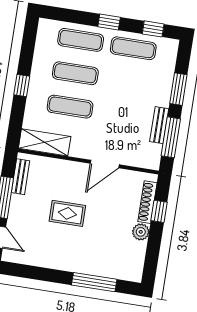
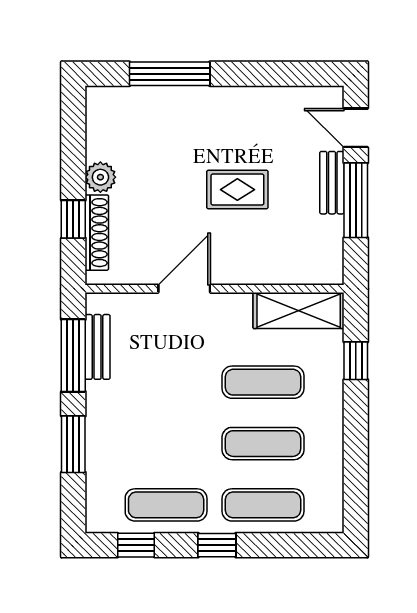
window: (22, 85) -> (356, 361), moved
bench: (159, 125) -> (98, 347), moved
bench: (21, 177) -> (332, 183), moved

